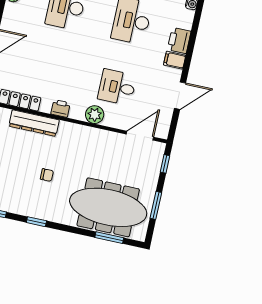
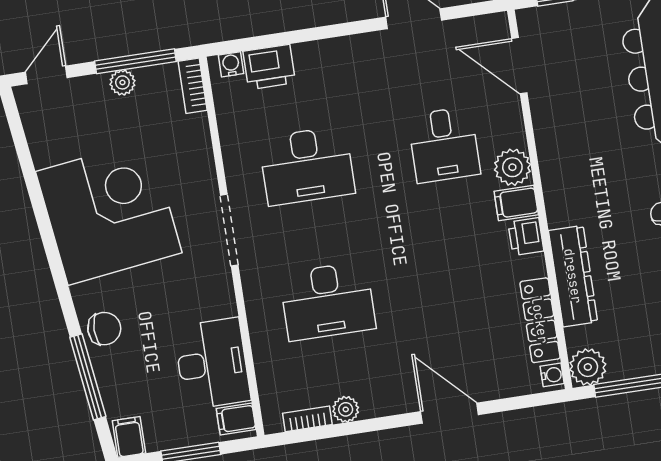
printer: (179, 40) -> (269, 67), moved
filing cabinet: (175, 60) -> (516, 203), moved, turned 90

